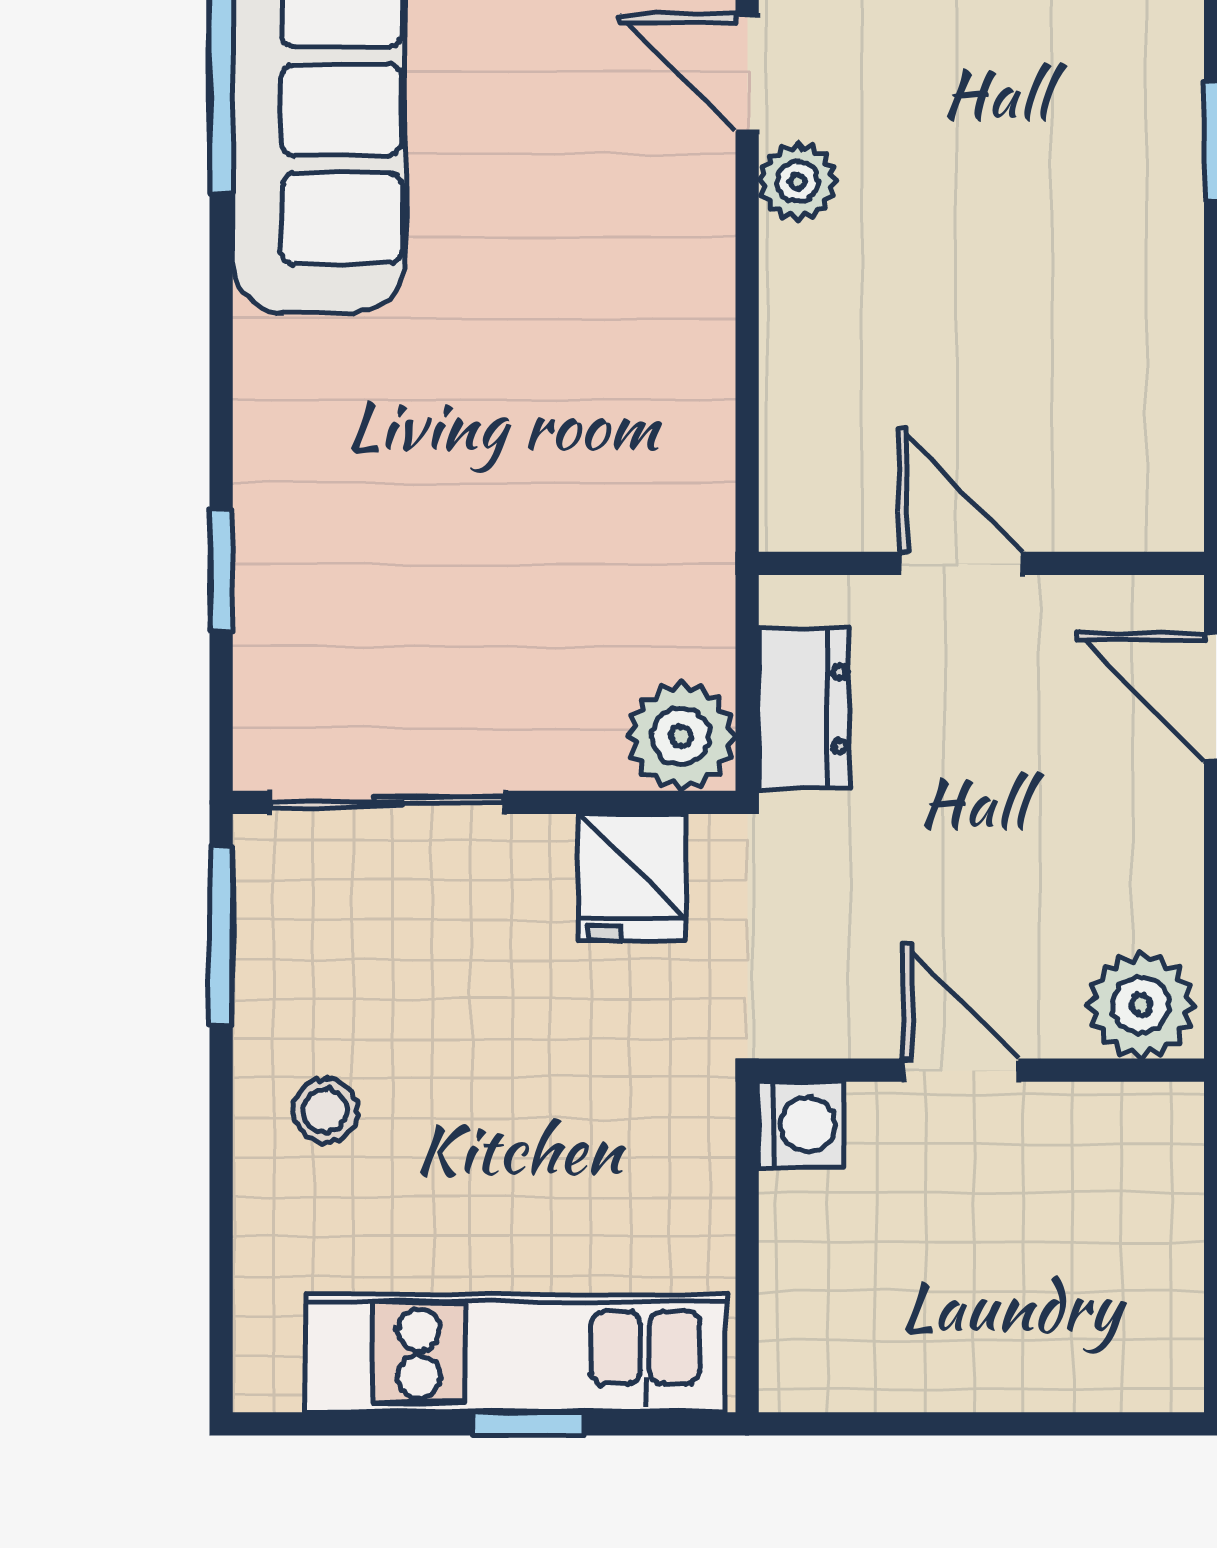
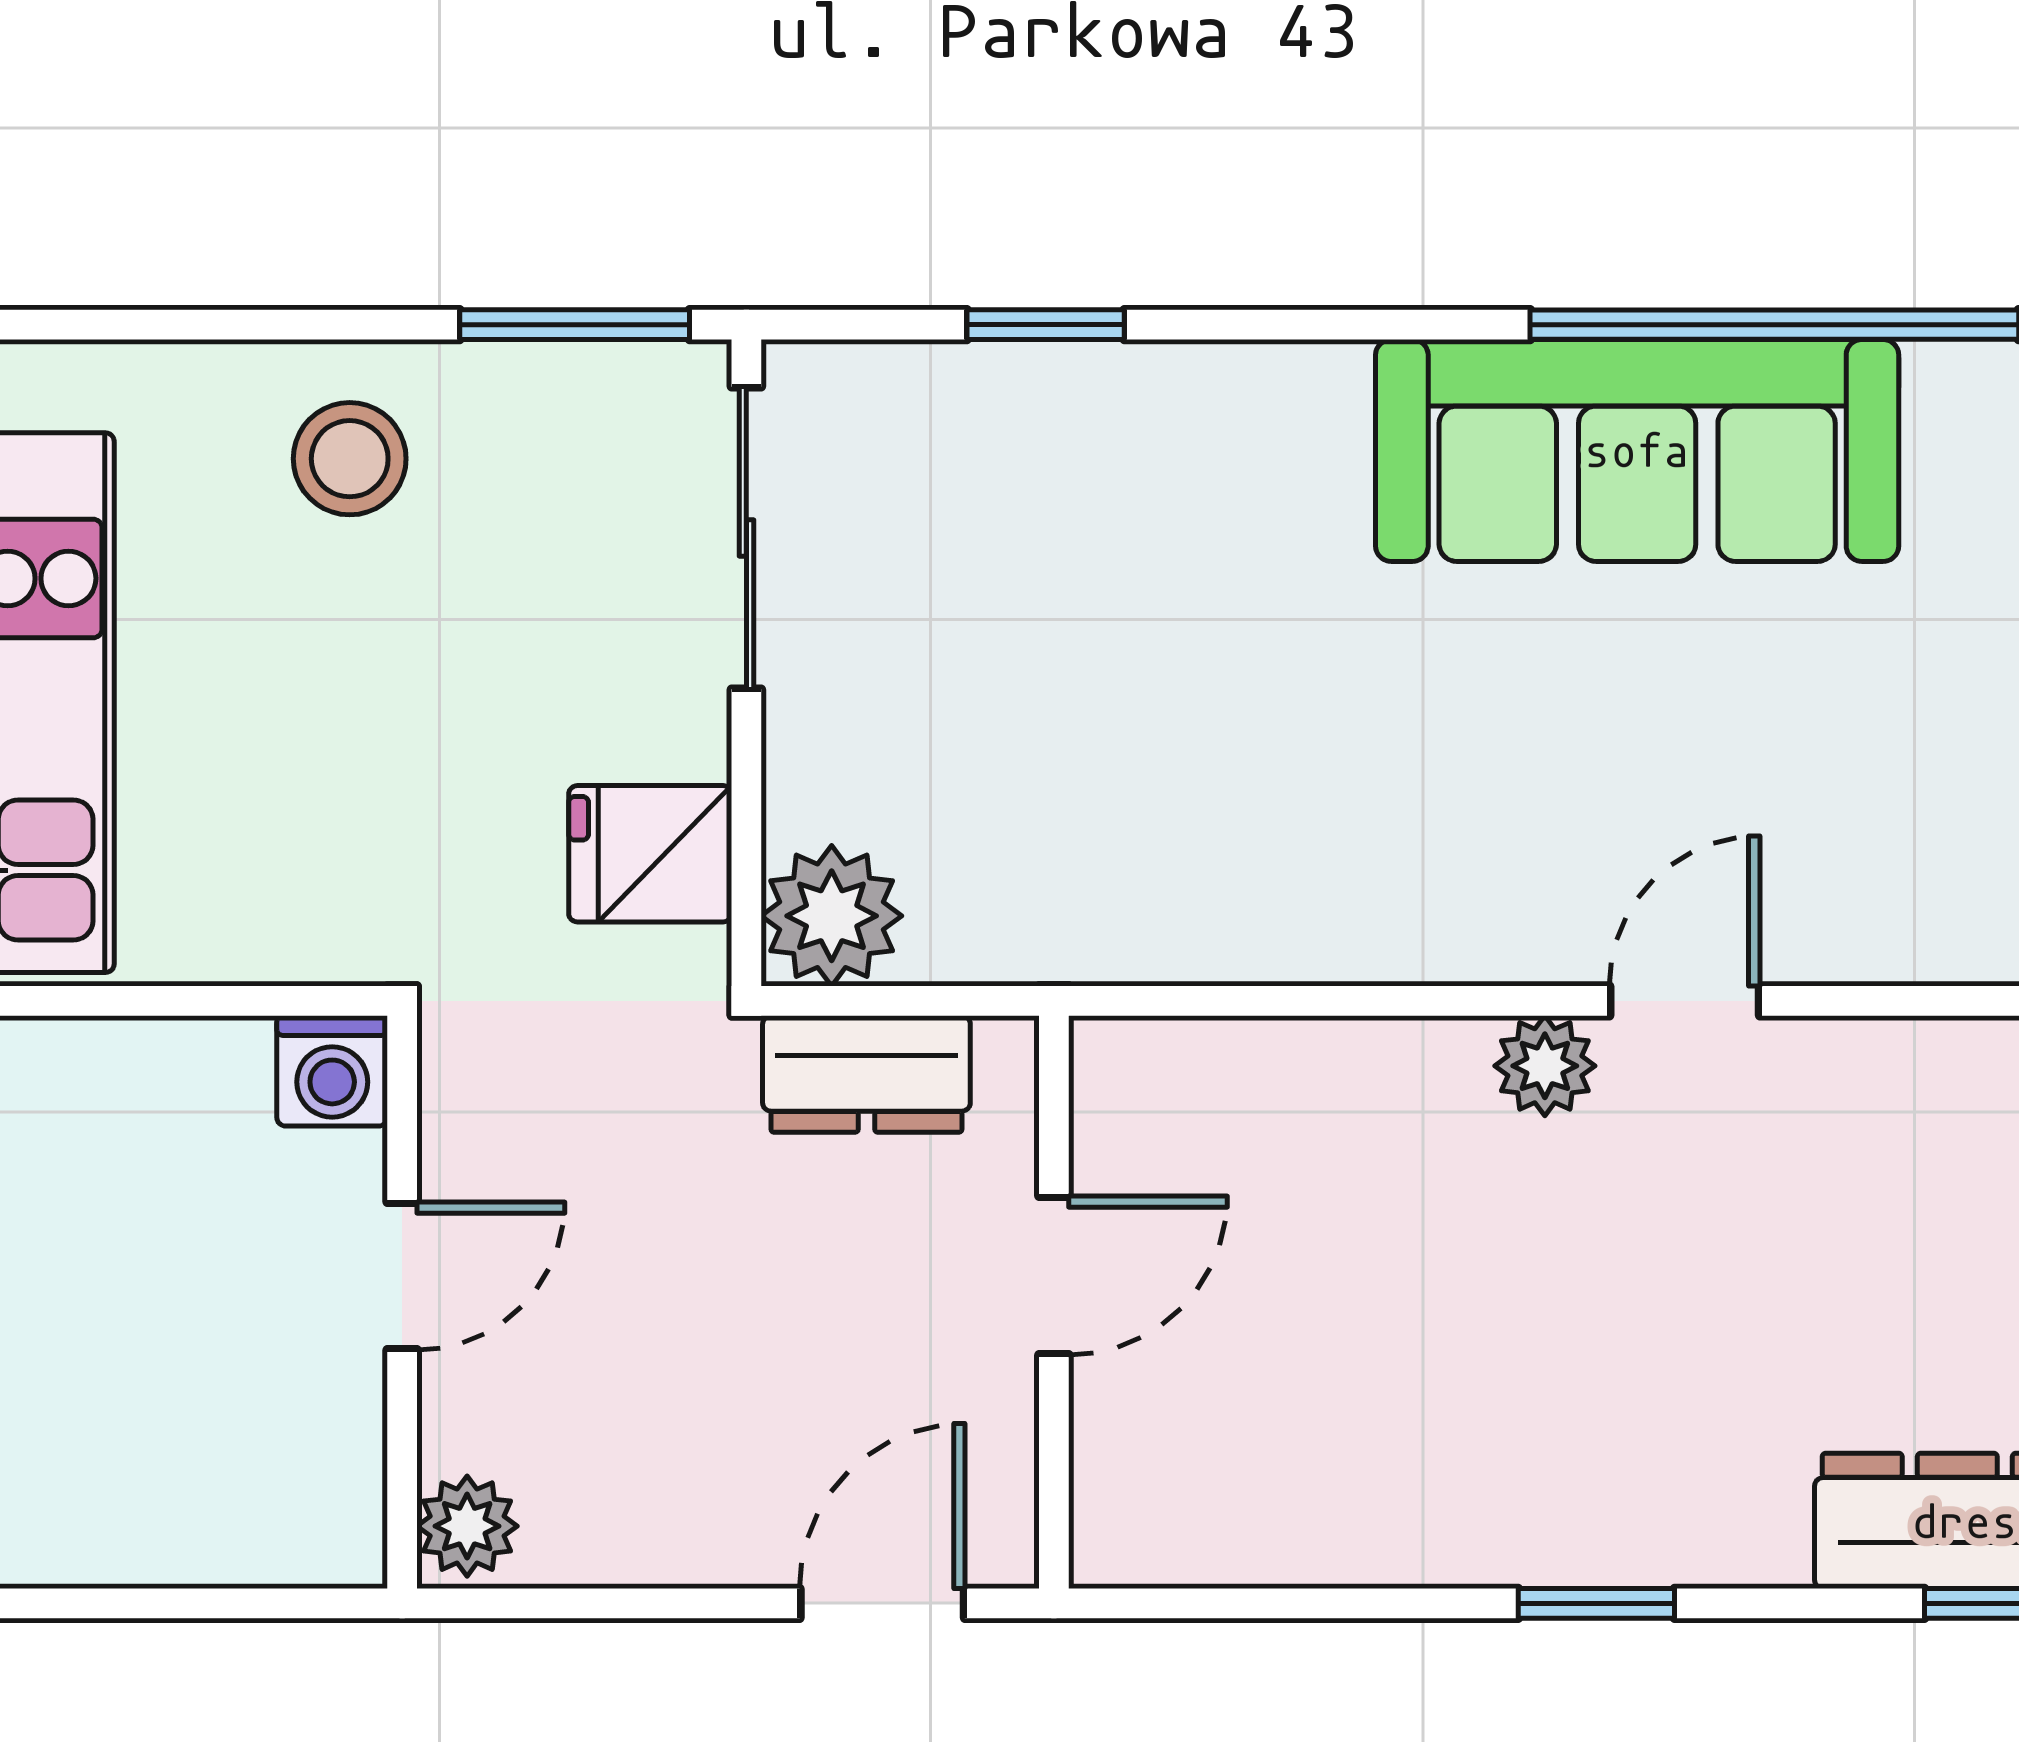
plant: (1141, 1005) -> (467, 1526), width x0.73, depth x0.73
stool: (325, 1111) -> (350, 459), width x1.37, depth x1.37

